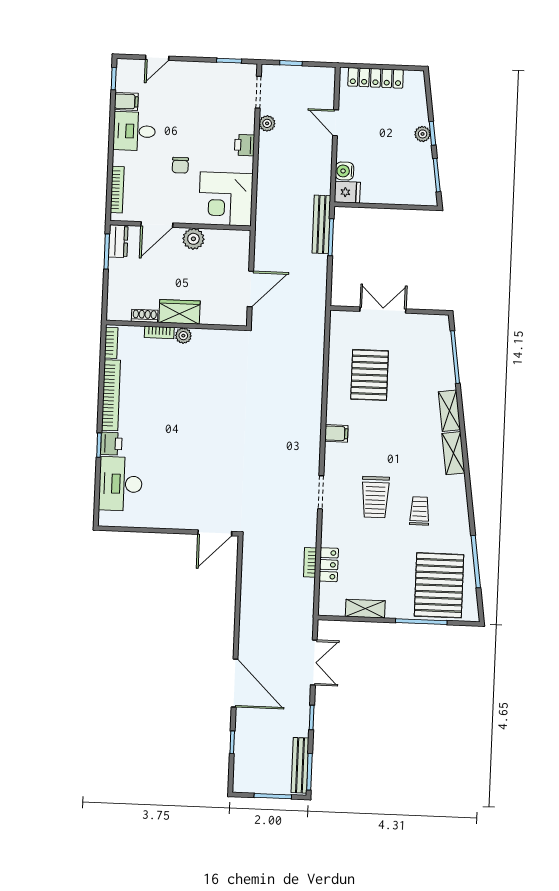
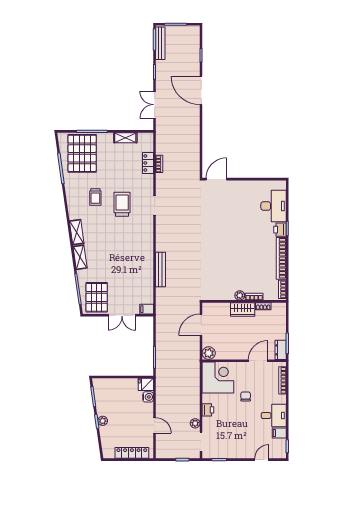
bench: (321, 224) -> (161, 270), moved
plant: (193, 239) -> (209, 353), moved
pallet: (370, 375) -> (97, 297), moved
filing cabinet: (336, 433) -> (147, 309), moved

